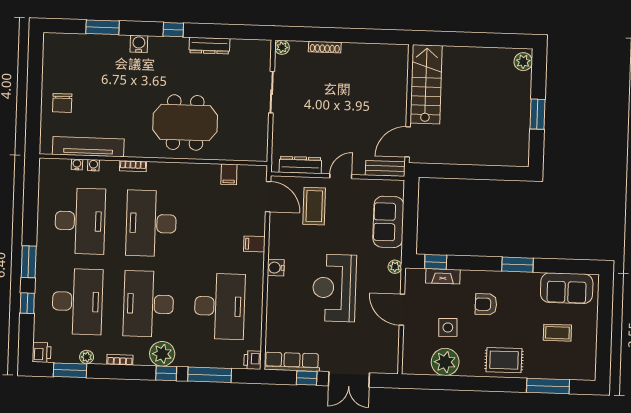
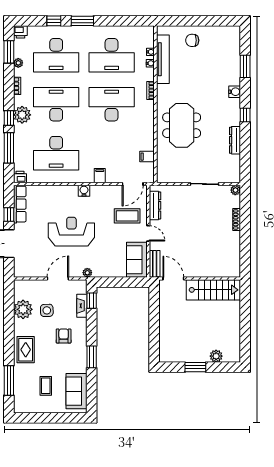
plant: (523, 62) -> (216, 356), moved
sofa: (388, 222) -> (137, 260), moved, turned -90

